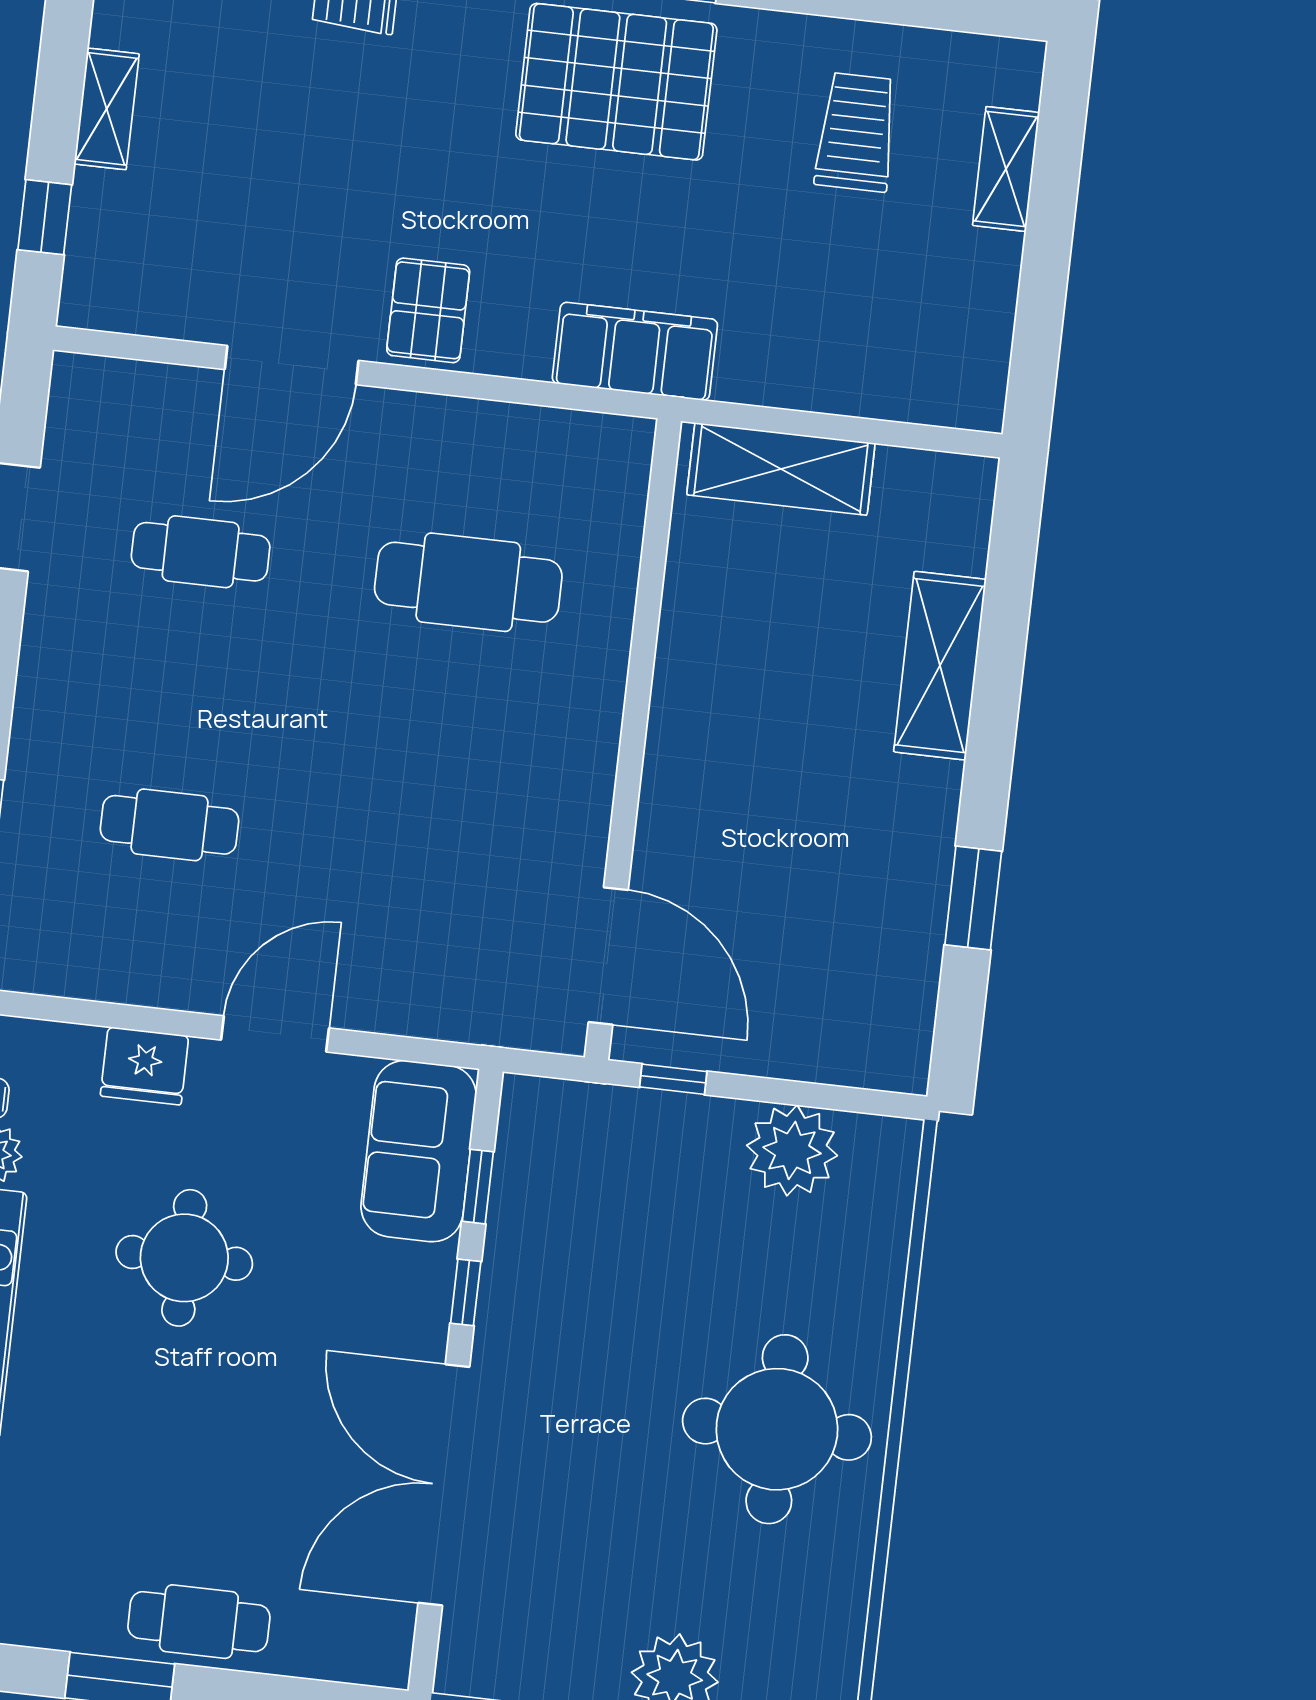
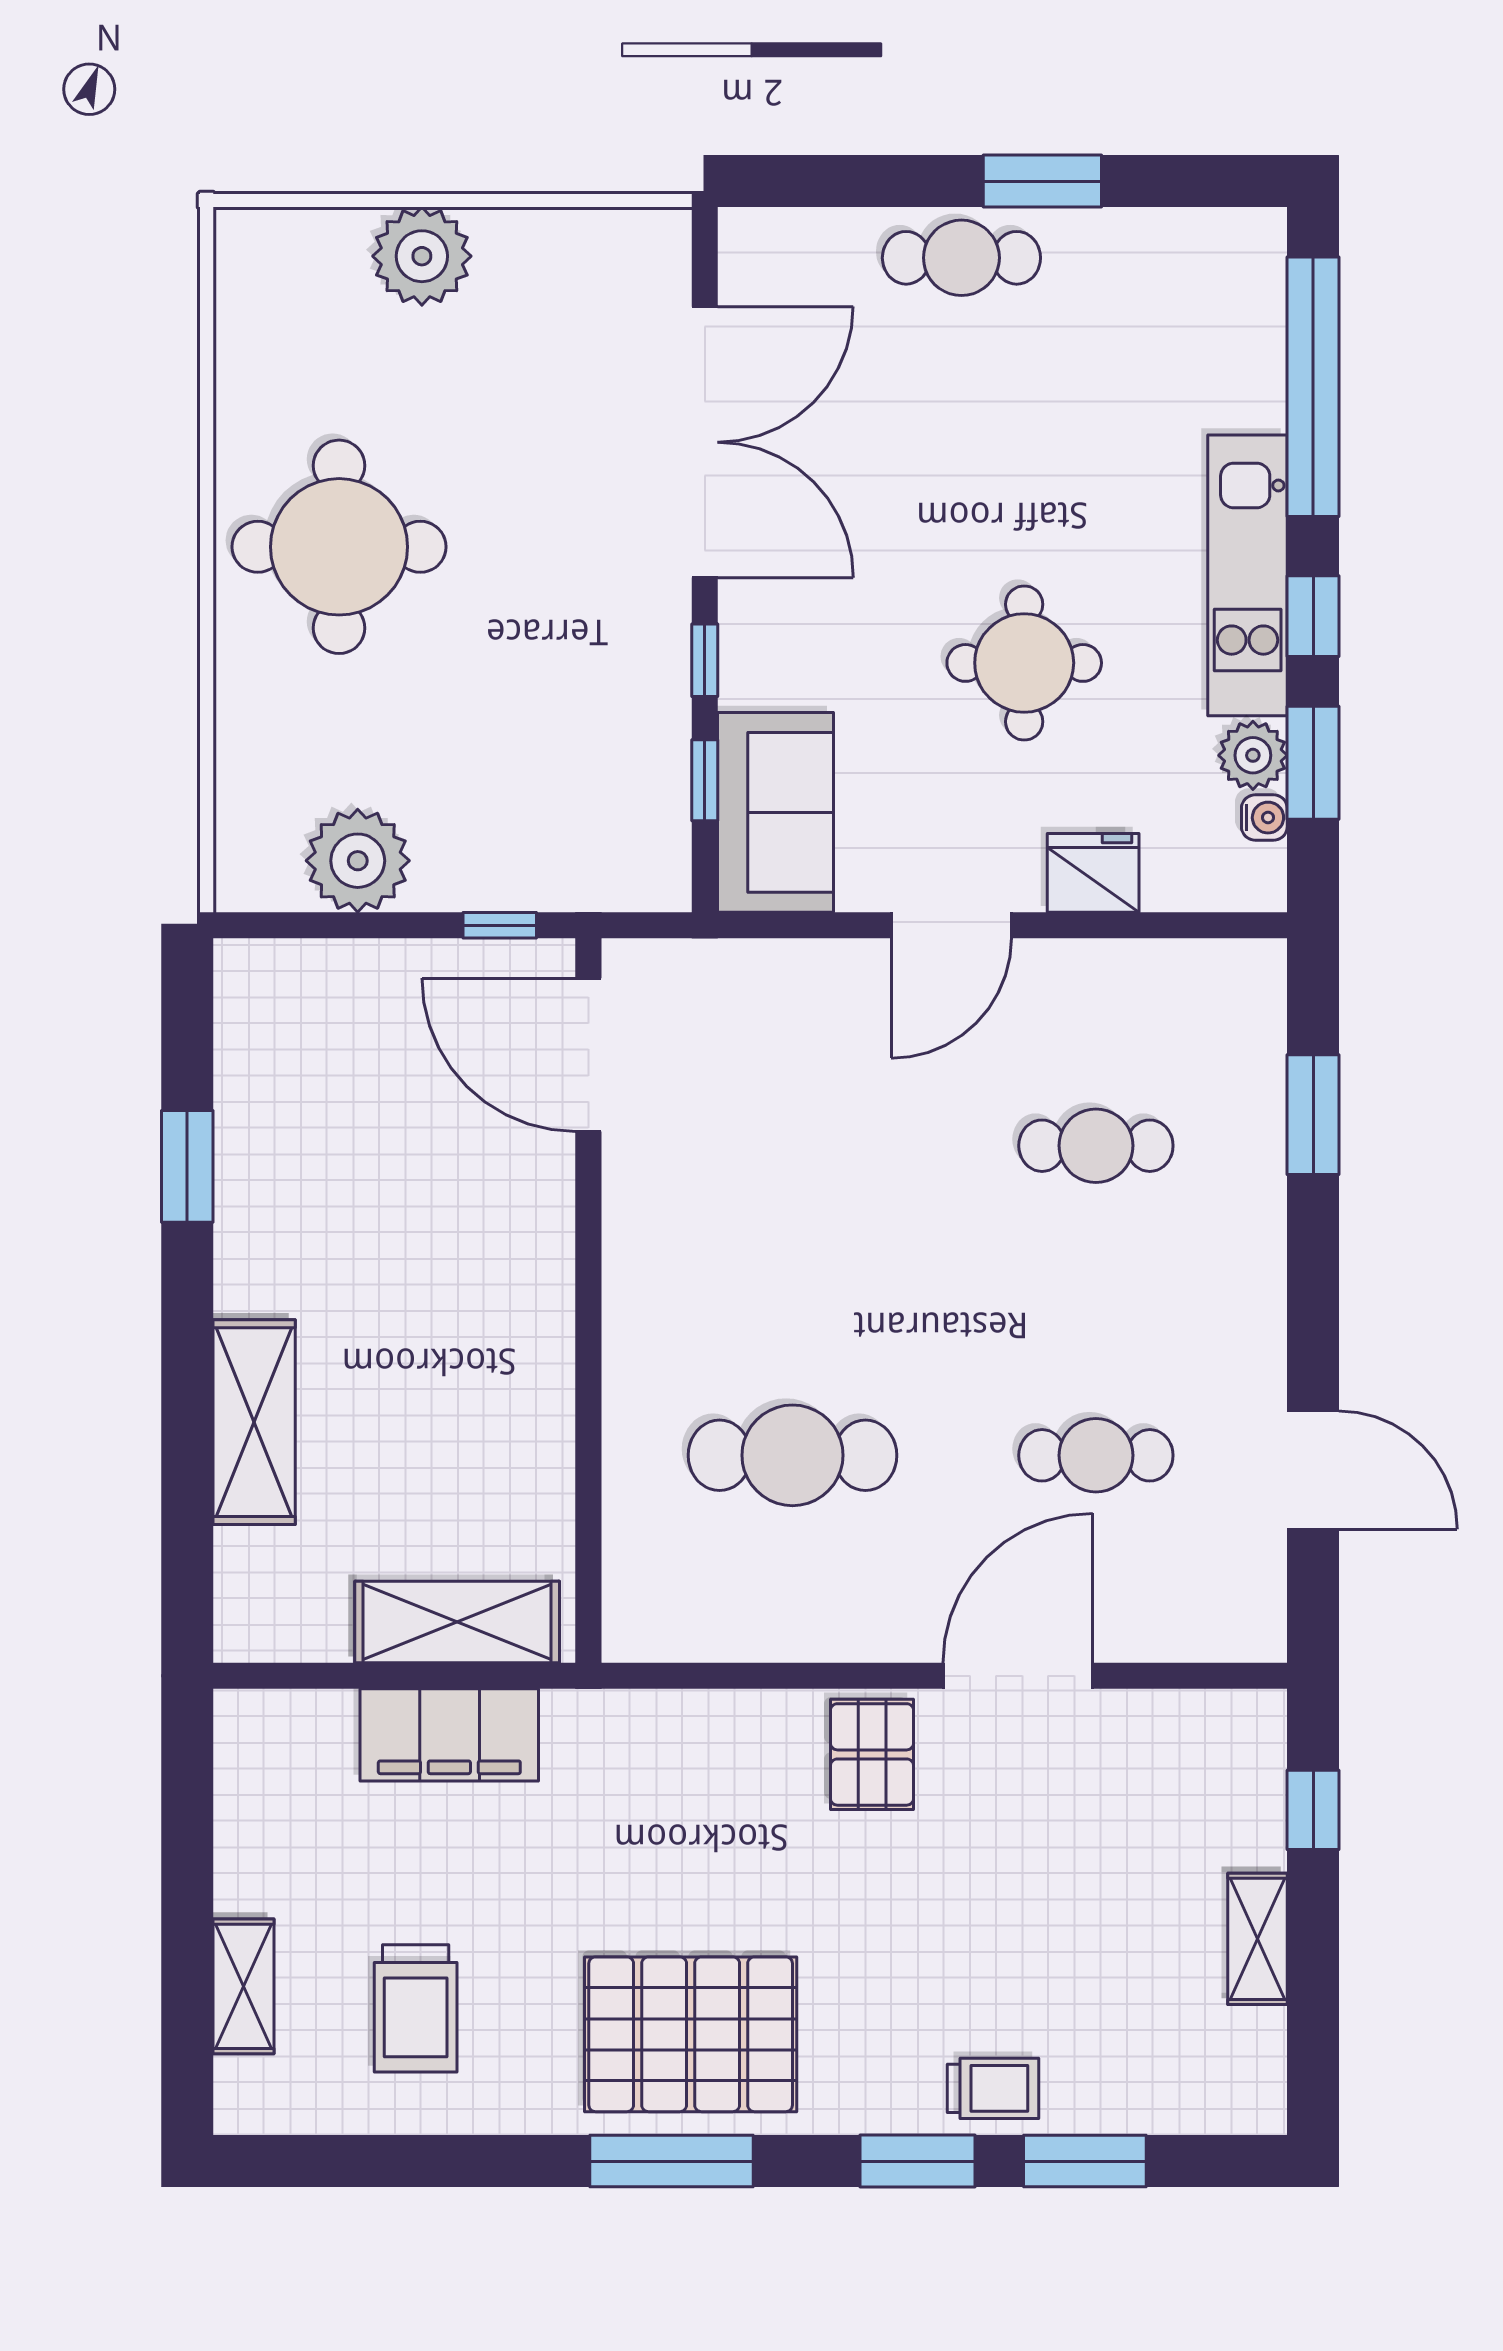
filing cabinet: (635, 351) -> (449, 1735), moved

